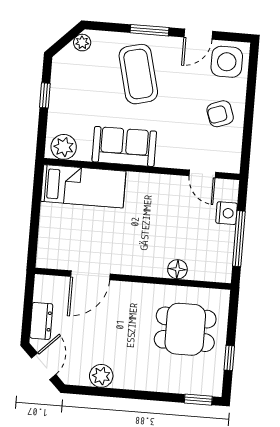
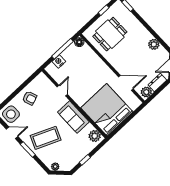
coffee table: (138, 74) -> (46, 138), turned 37
door: (202, 174) -> (62, 91), moved
bed: (83, 186) -> (107, 110), width x2.04
floor lamp: (177, 269) -> (79, 42), moved
plant: (45, 290) -> (146, 92), added
dining table: (185, 329) -> (110, 34), turned 90

